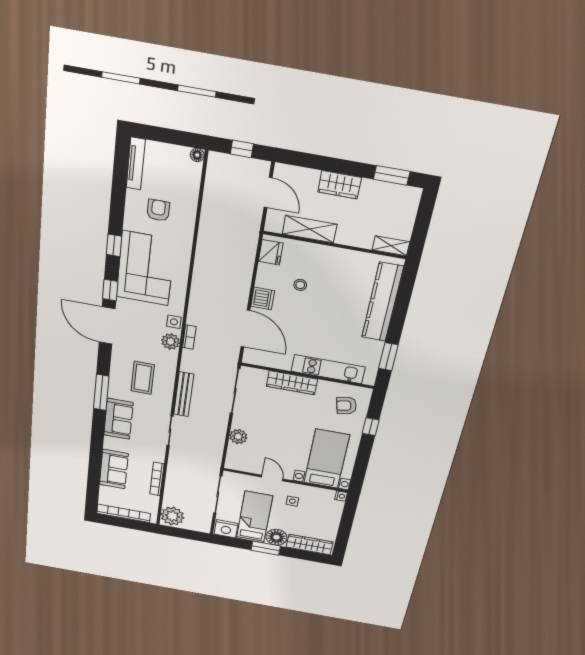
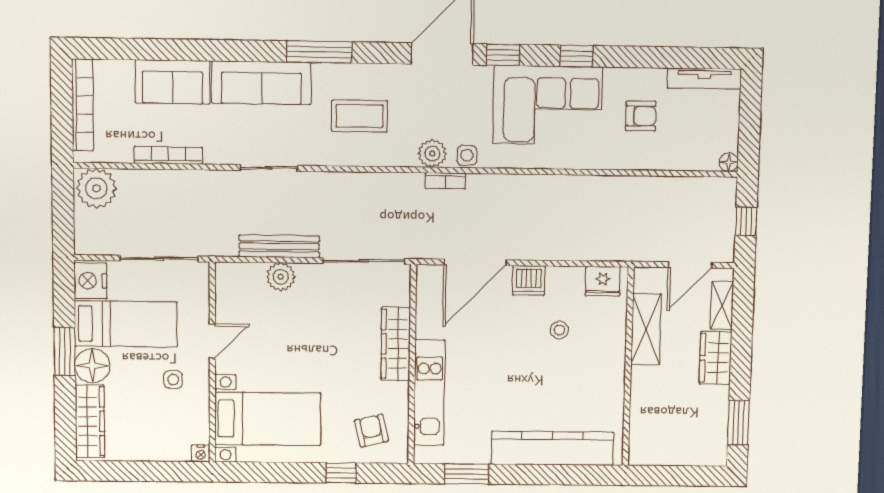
shelving: (391, 246) -> (722, 305), moved
bench: (184, 394) -> (279, 246), moved
sofa: (118, 419) -> (261, 83), width x1.36

